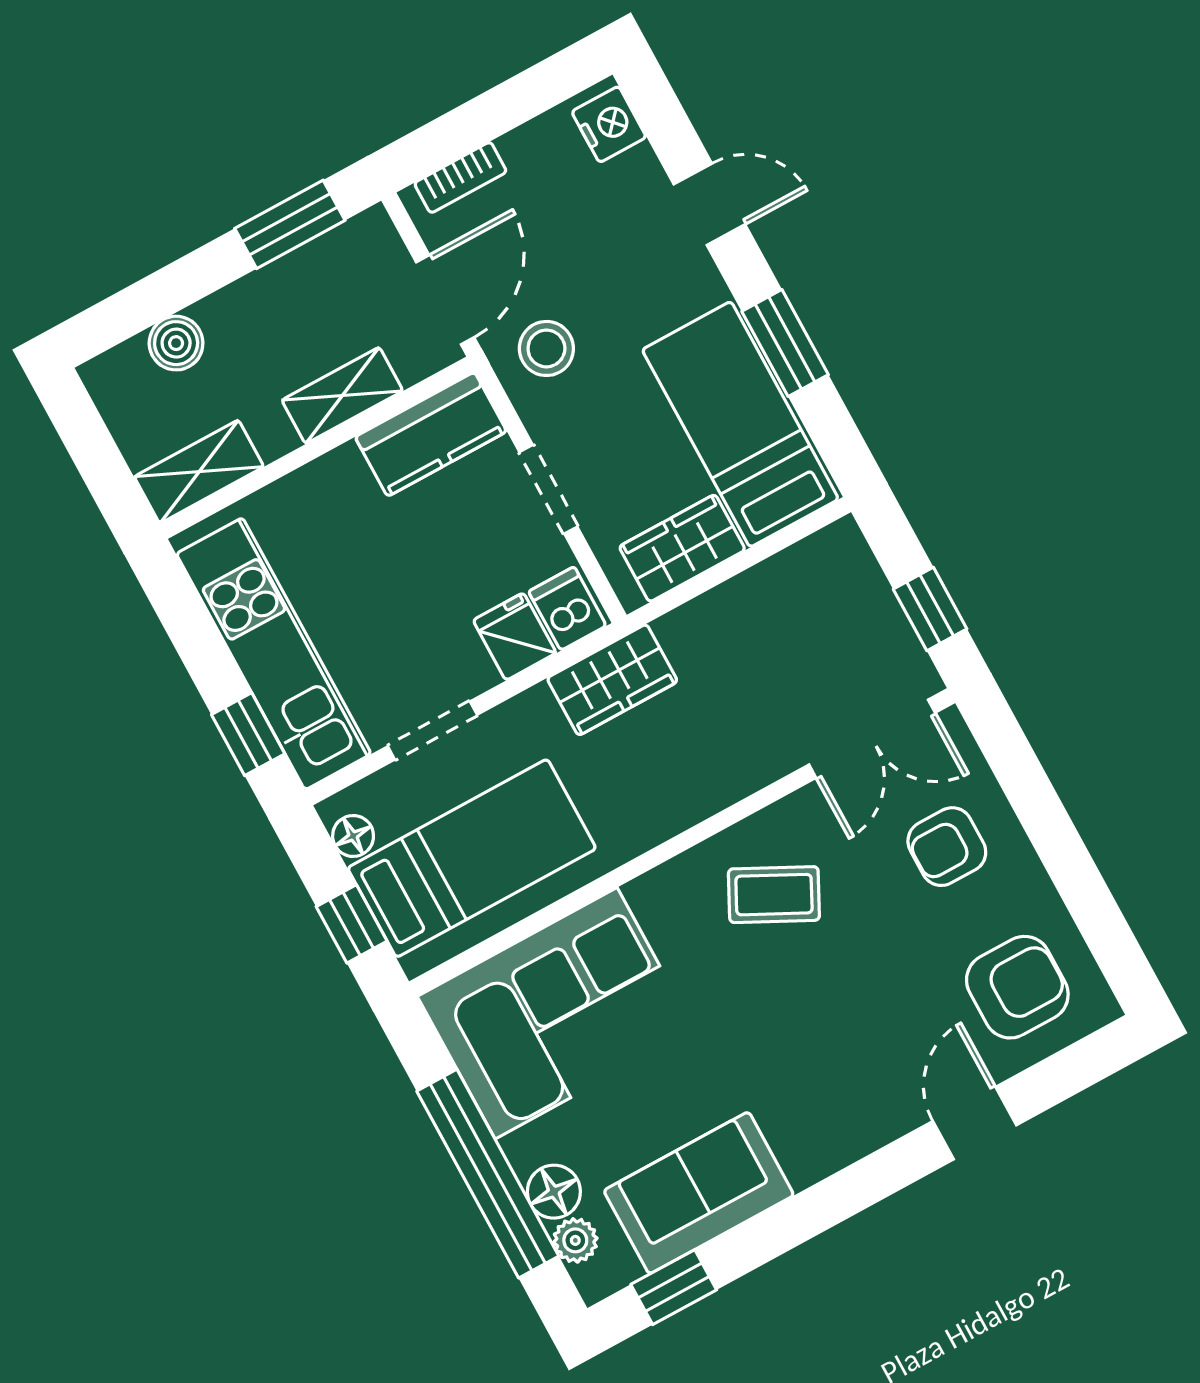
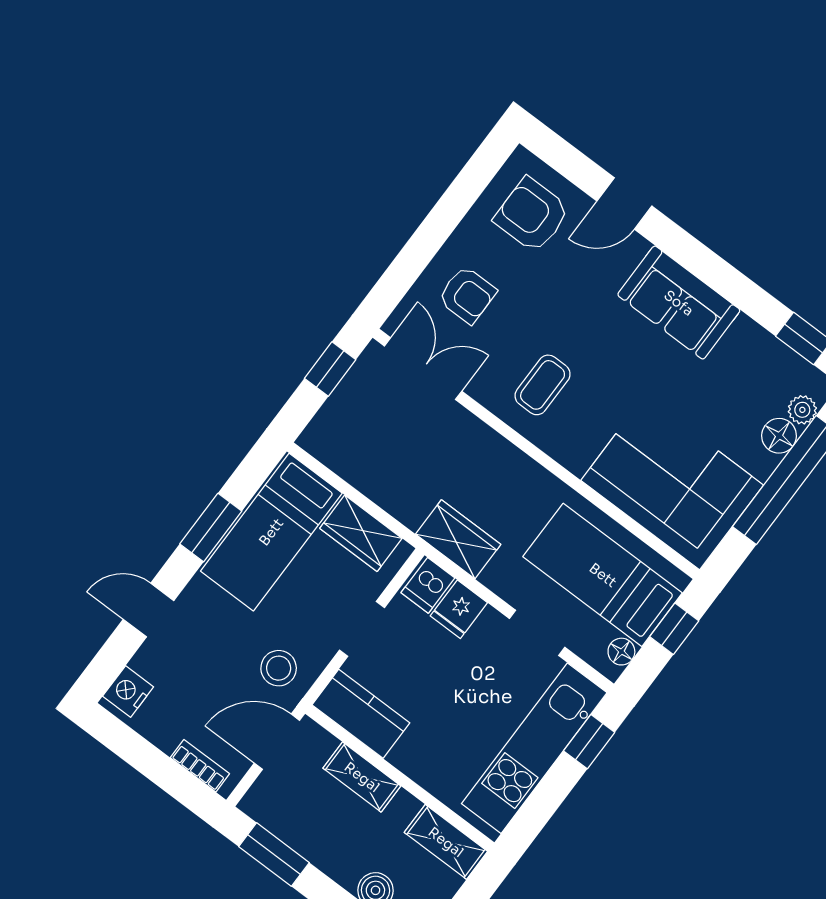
door: (709, 204) -> (149, 610), hinge flipped
coffee table: (774, 895) -> (543, 385), turned 63
sofa: (699, 1193) -> (679, 303), moved

